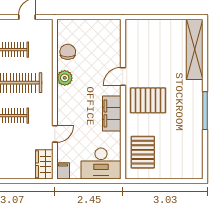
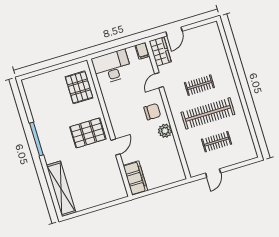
chair: (68, 52) -> (152, 112), moved, turned -90
filing cabinet: (112, 113) -> (135, 178), moved
door: (23, 181) -> (174, 32), added

